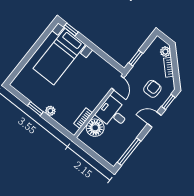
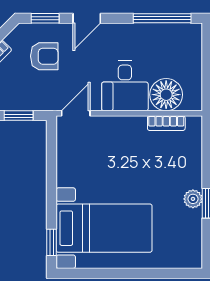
armchair: (152, 89) -> (44, 56), turned 180
plant: (50, 111) -> (193, 199), moved
door: (154, 120) -> (87, 18), hinge flipped

